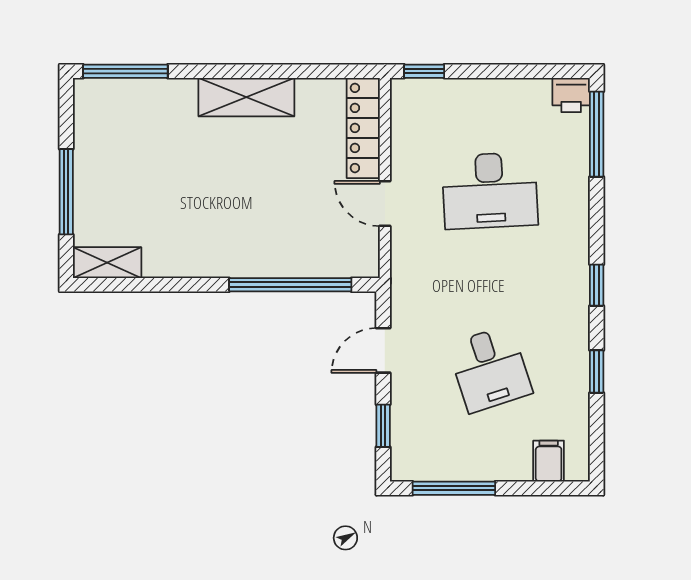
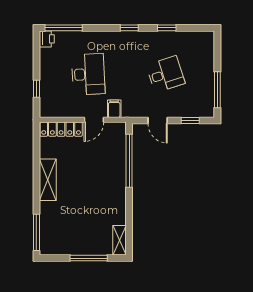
window: (424, 71) -> (36, 89), moved
filing cabinet: (549, 461) -> (114, 109), moved, turned 90

